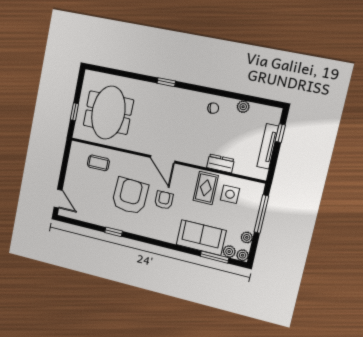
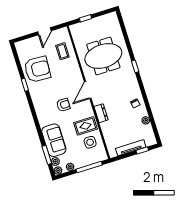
meeting table: (108, 113) -> (103, 56), moved
dresser: (220, 163) -> (101, 113), moved
armchair: (130, 196) -> (37, 69), moved
door: (58, 199) -> (44, 31), moved

